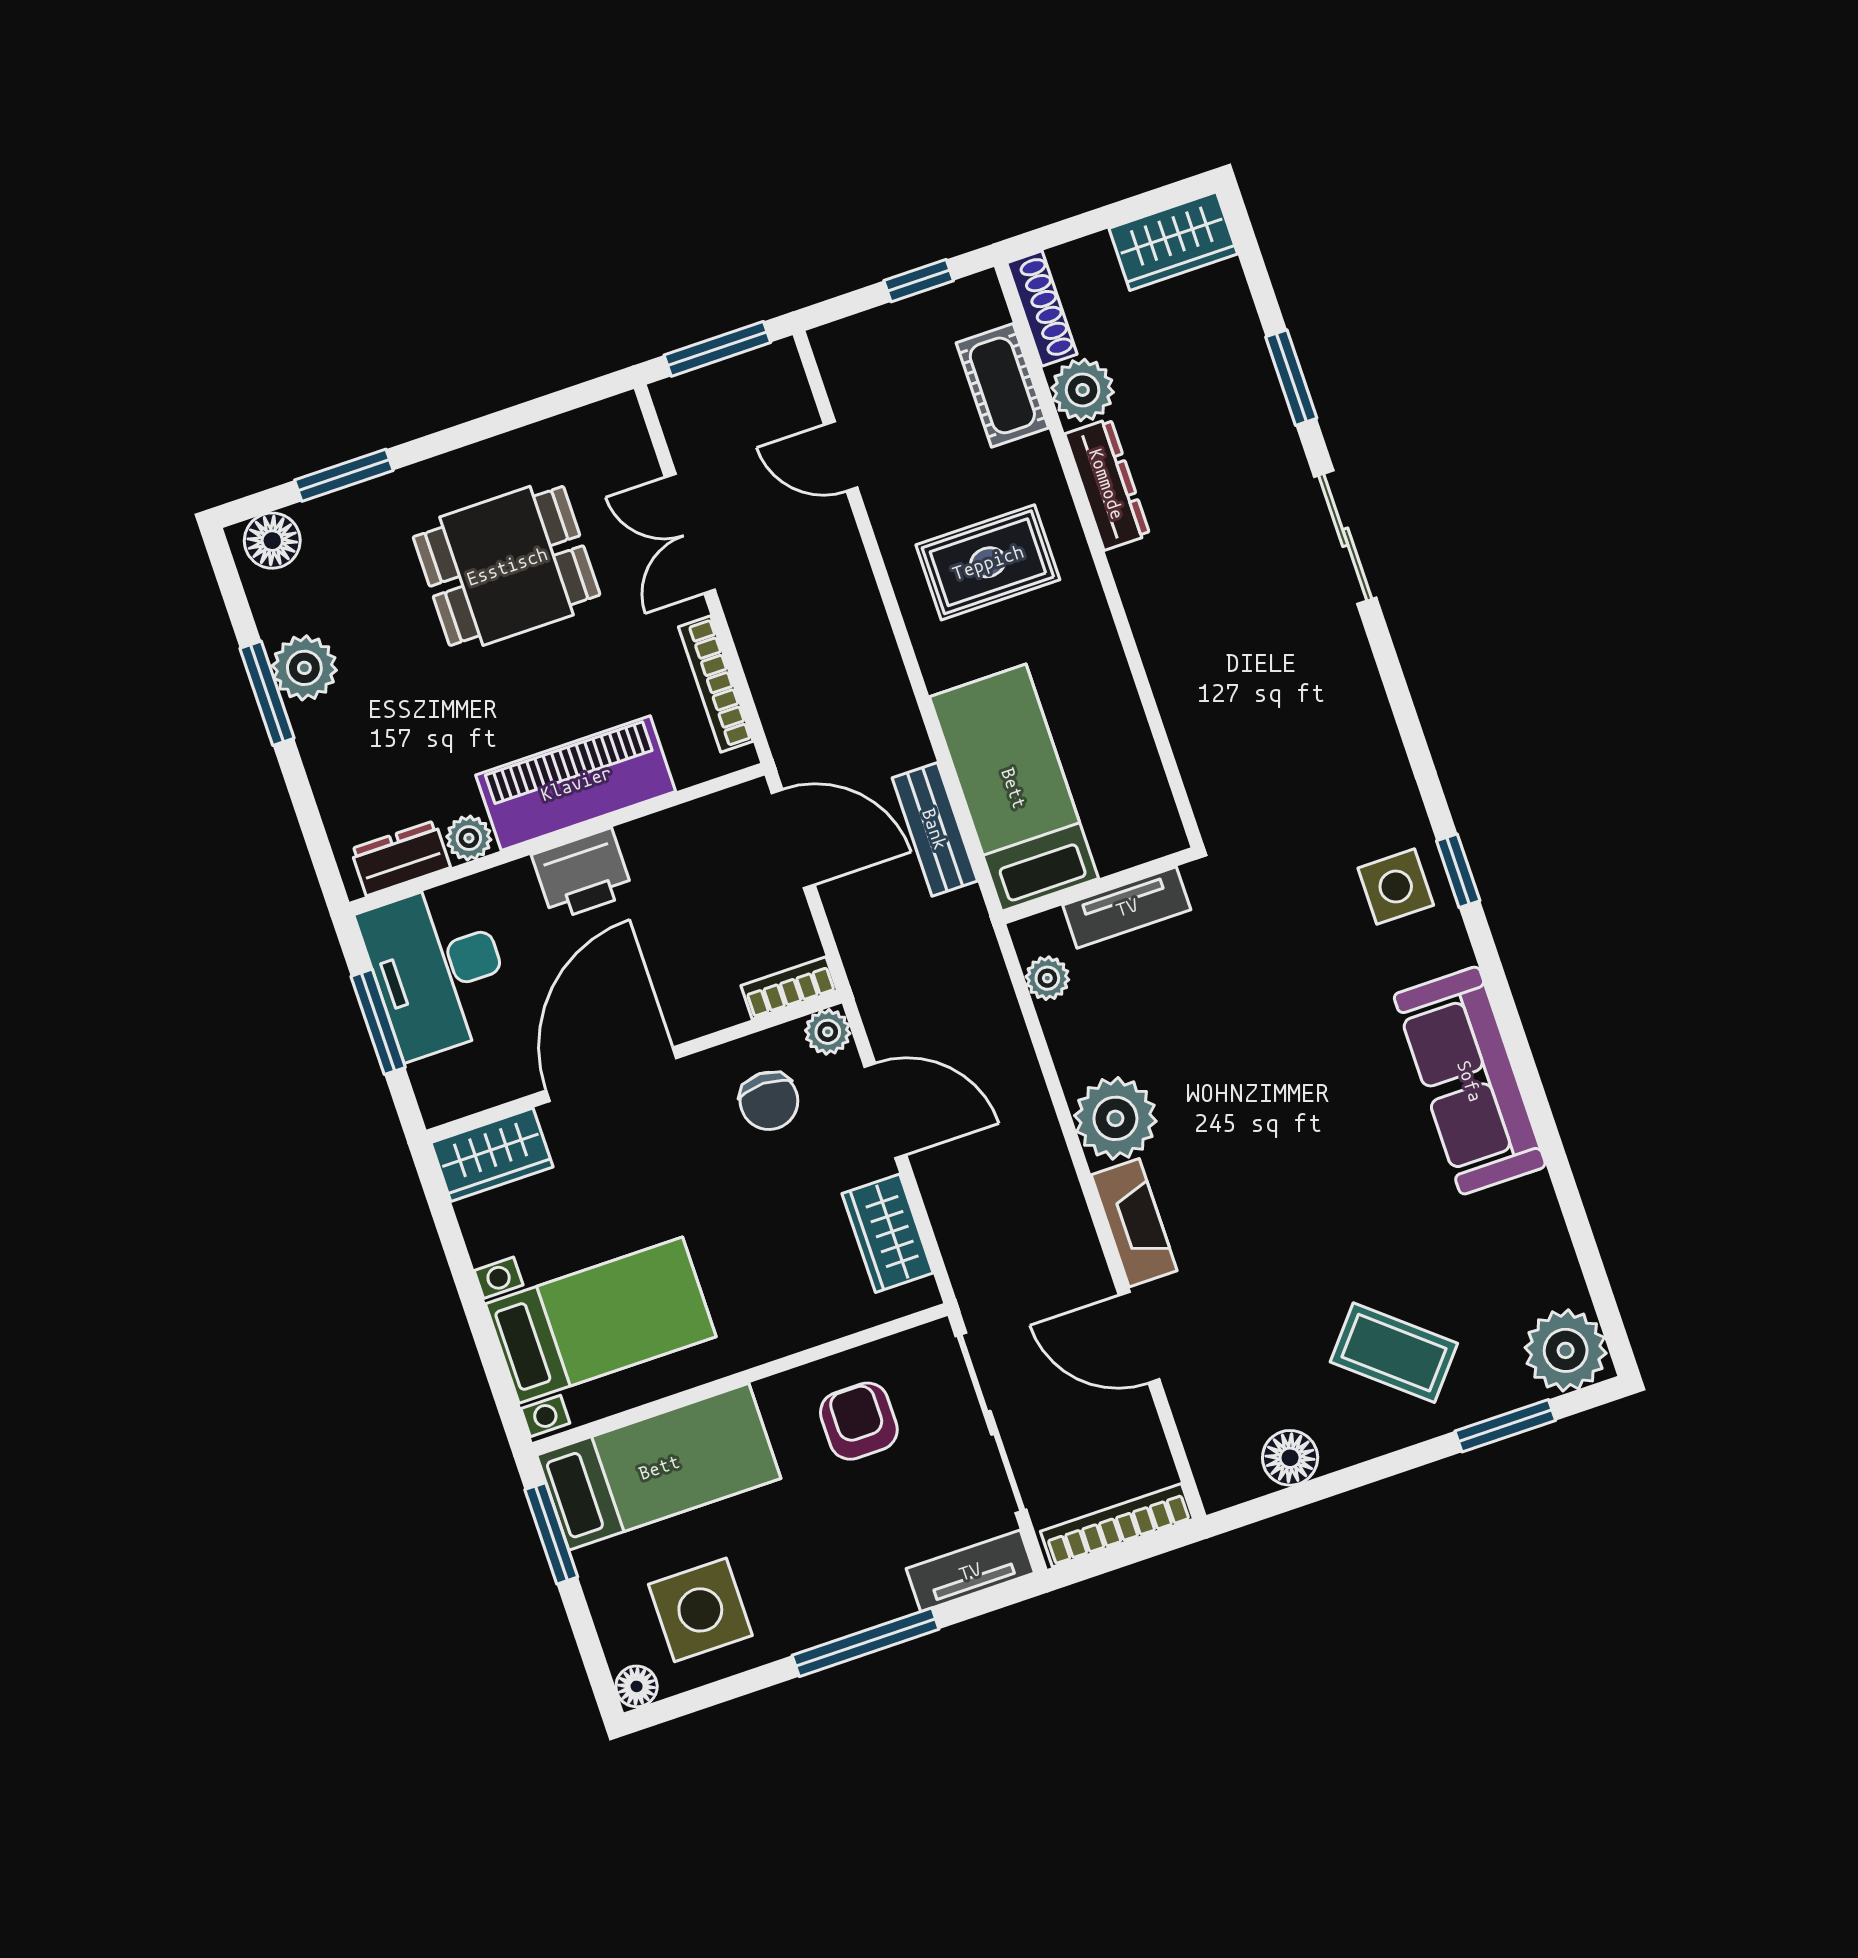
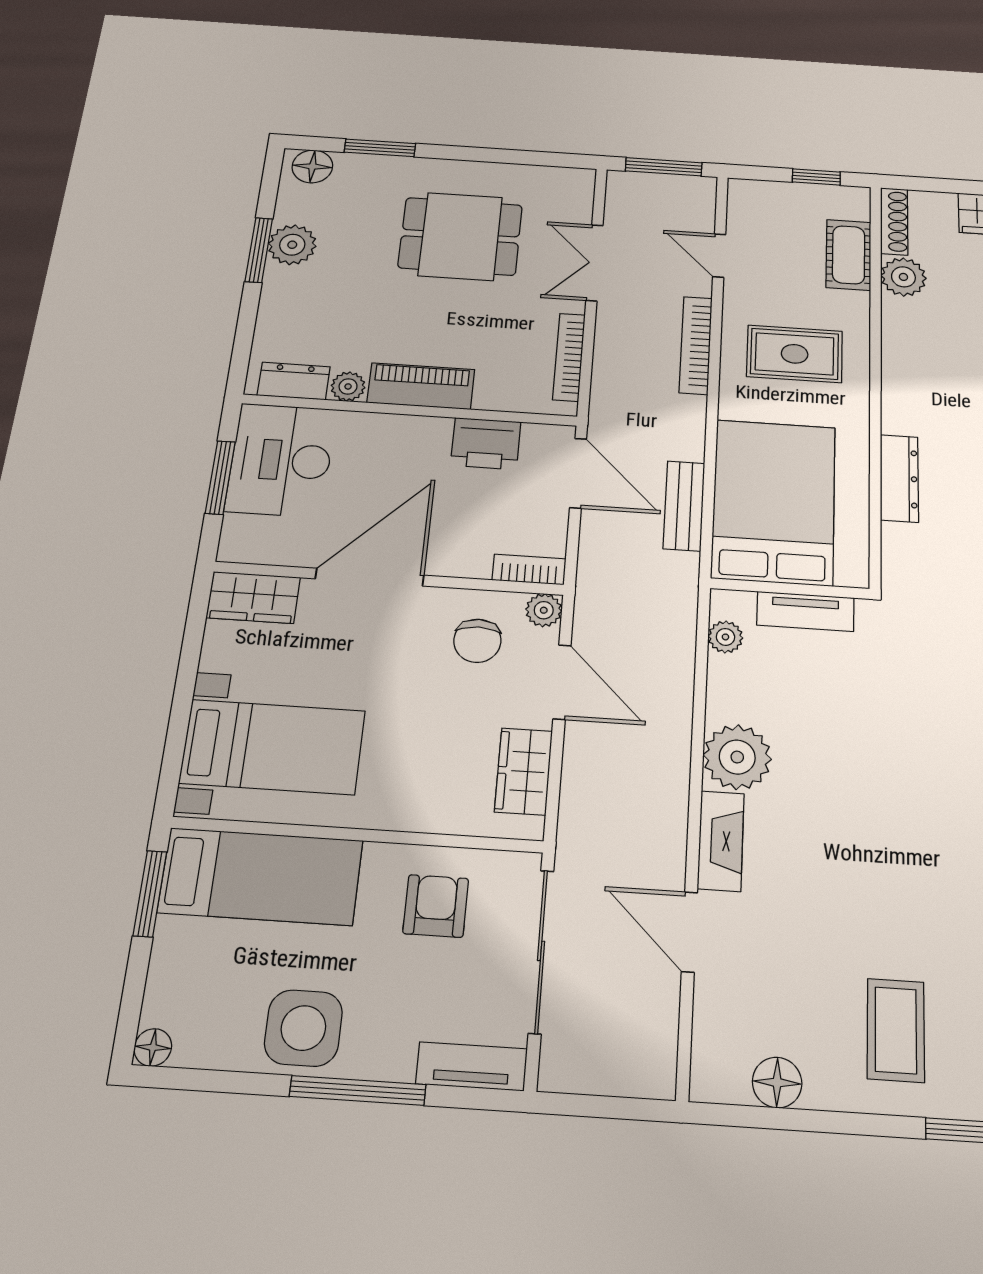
dresser: (1107, 484) -> (899, 478), moved
piano: (576, 783) -> (421, 386), width x0.73, depth x0.75
bed: (1014, 788) -> (774, 502), width x1.50
printer: (583, 874) -> (486, 444), moved
coffee table: (1394, 1353) -> (896, 1030), turned 50
bookcase: (1117, 1525) -> (696, 345), moved, turned -90
side table: (700, 1610) -> (303, 1028), moved

